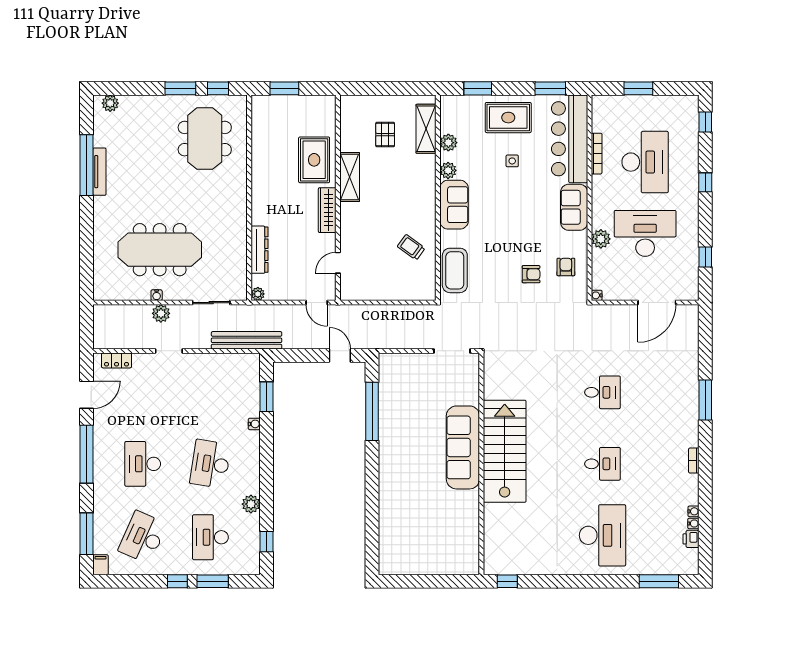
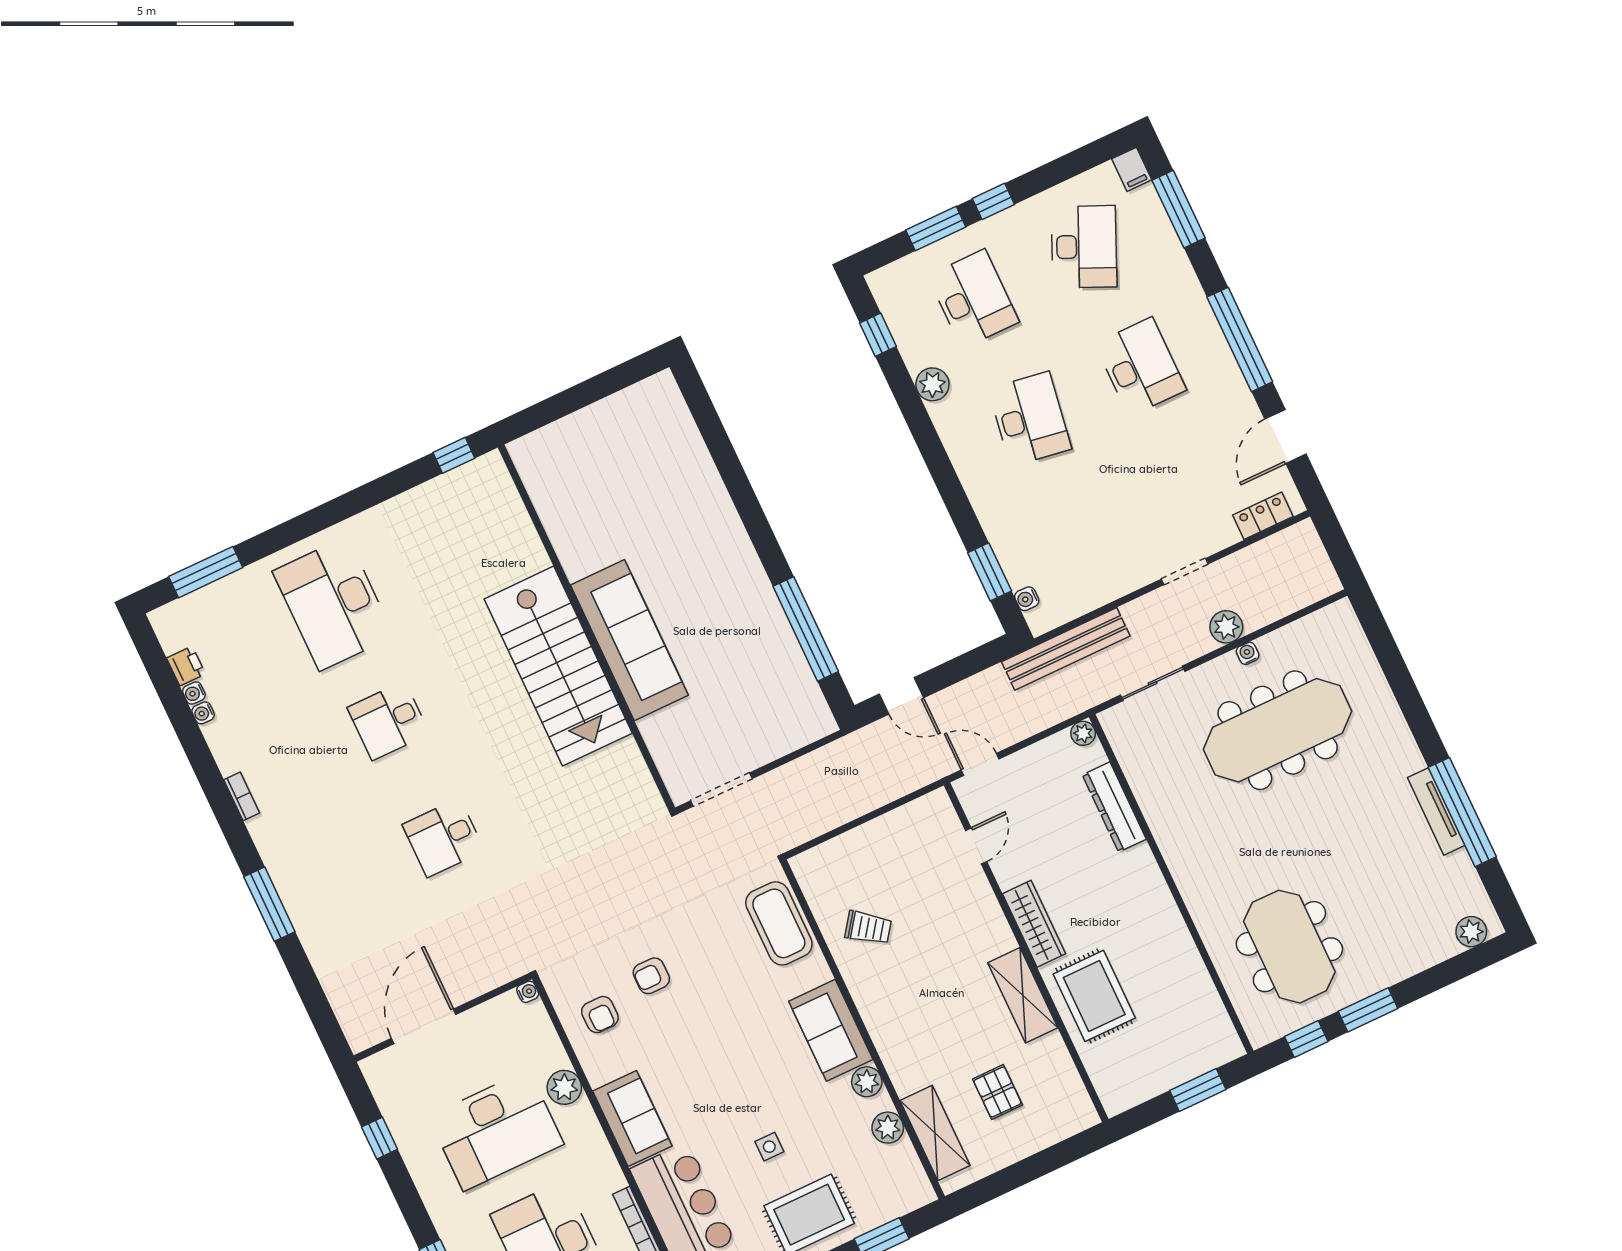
water cooler: (254, 424) -> (1027, 599), moved

